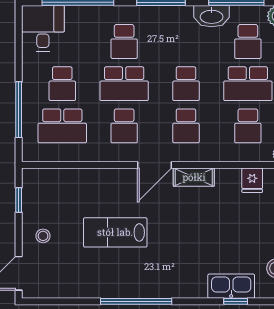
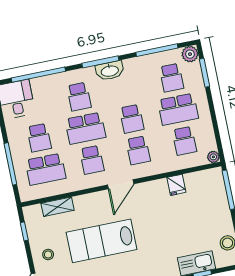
washbasin: (212, 16) -> (110, 71), moved
shelving: (194, 177) -> (58, 207), moved
fridge: (252, 180) -> (176, 185), moved
lab bench: (115, 232) -> (102, 241), width x1.36, depth x1.39

